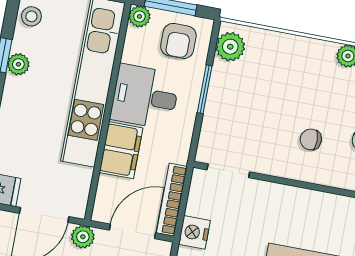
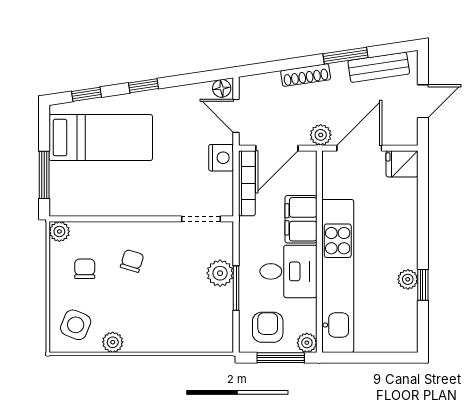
stool: (31, 16) -> (404, 325), removed
plant: (230, 47) -> (220, 273), moved
chair: (311, 139) -> (132, 261), turned -73

